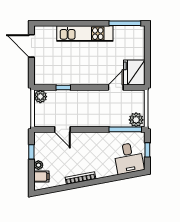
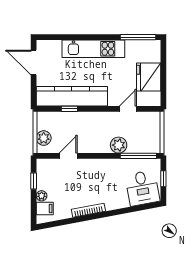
fridge: (134, 72) -> (149, 77), moved
kitchen counter: (66, 76) -> (72, 96), added
plant: (40, 97) -> (44, 138), moved
plant: (136, 120) -> (119, 145), moved
door: (62, 129) -> (68, 156), swing flipped

